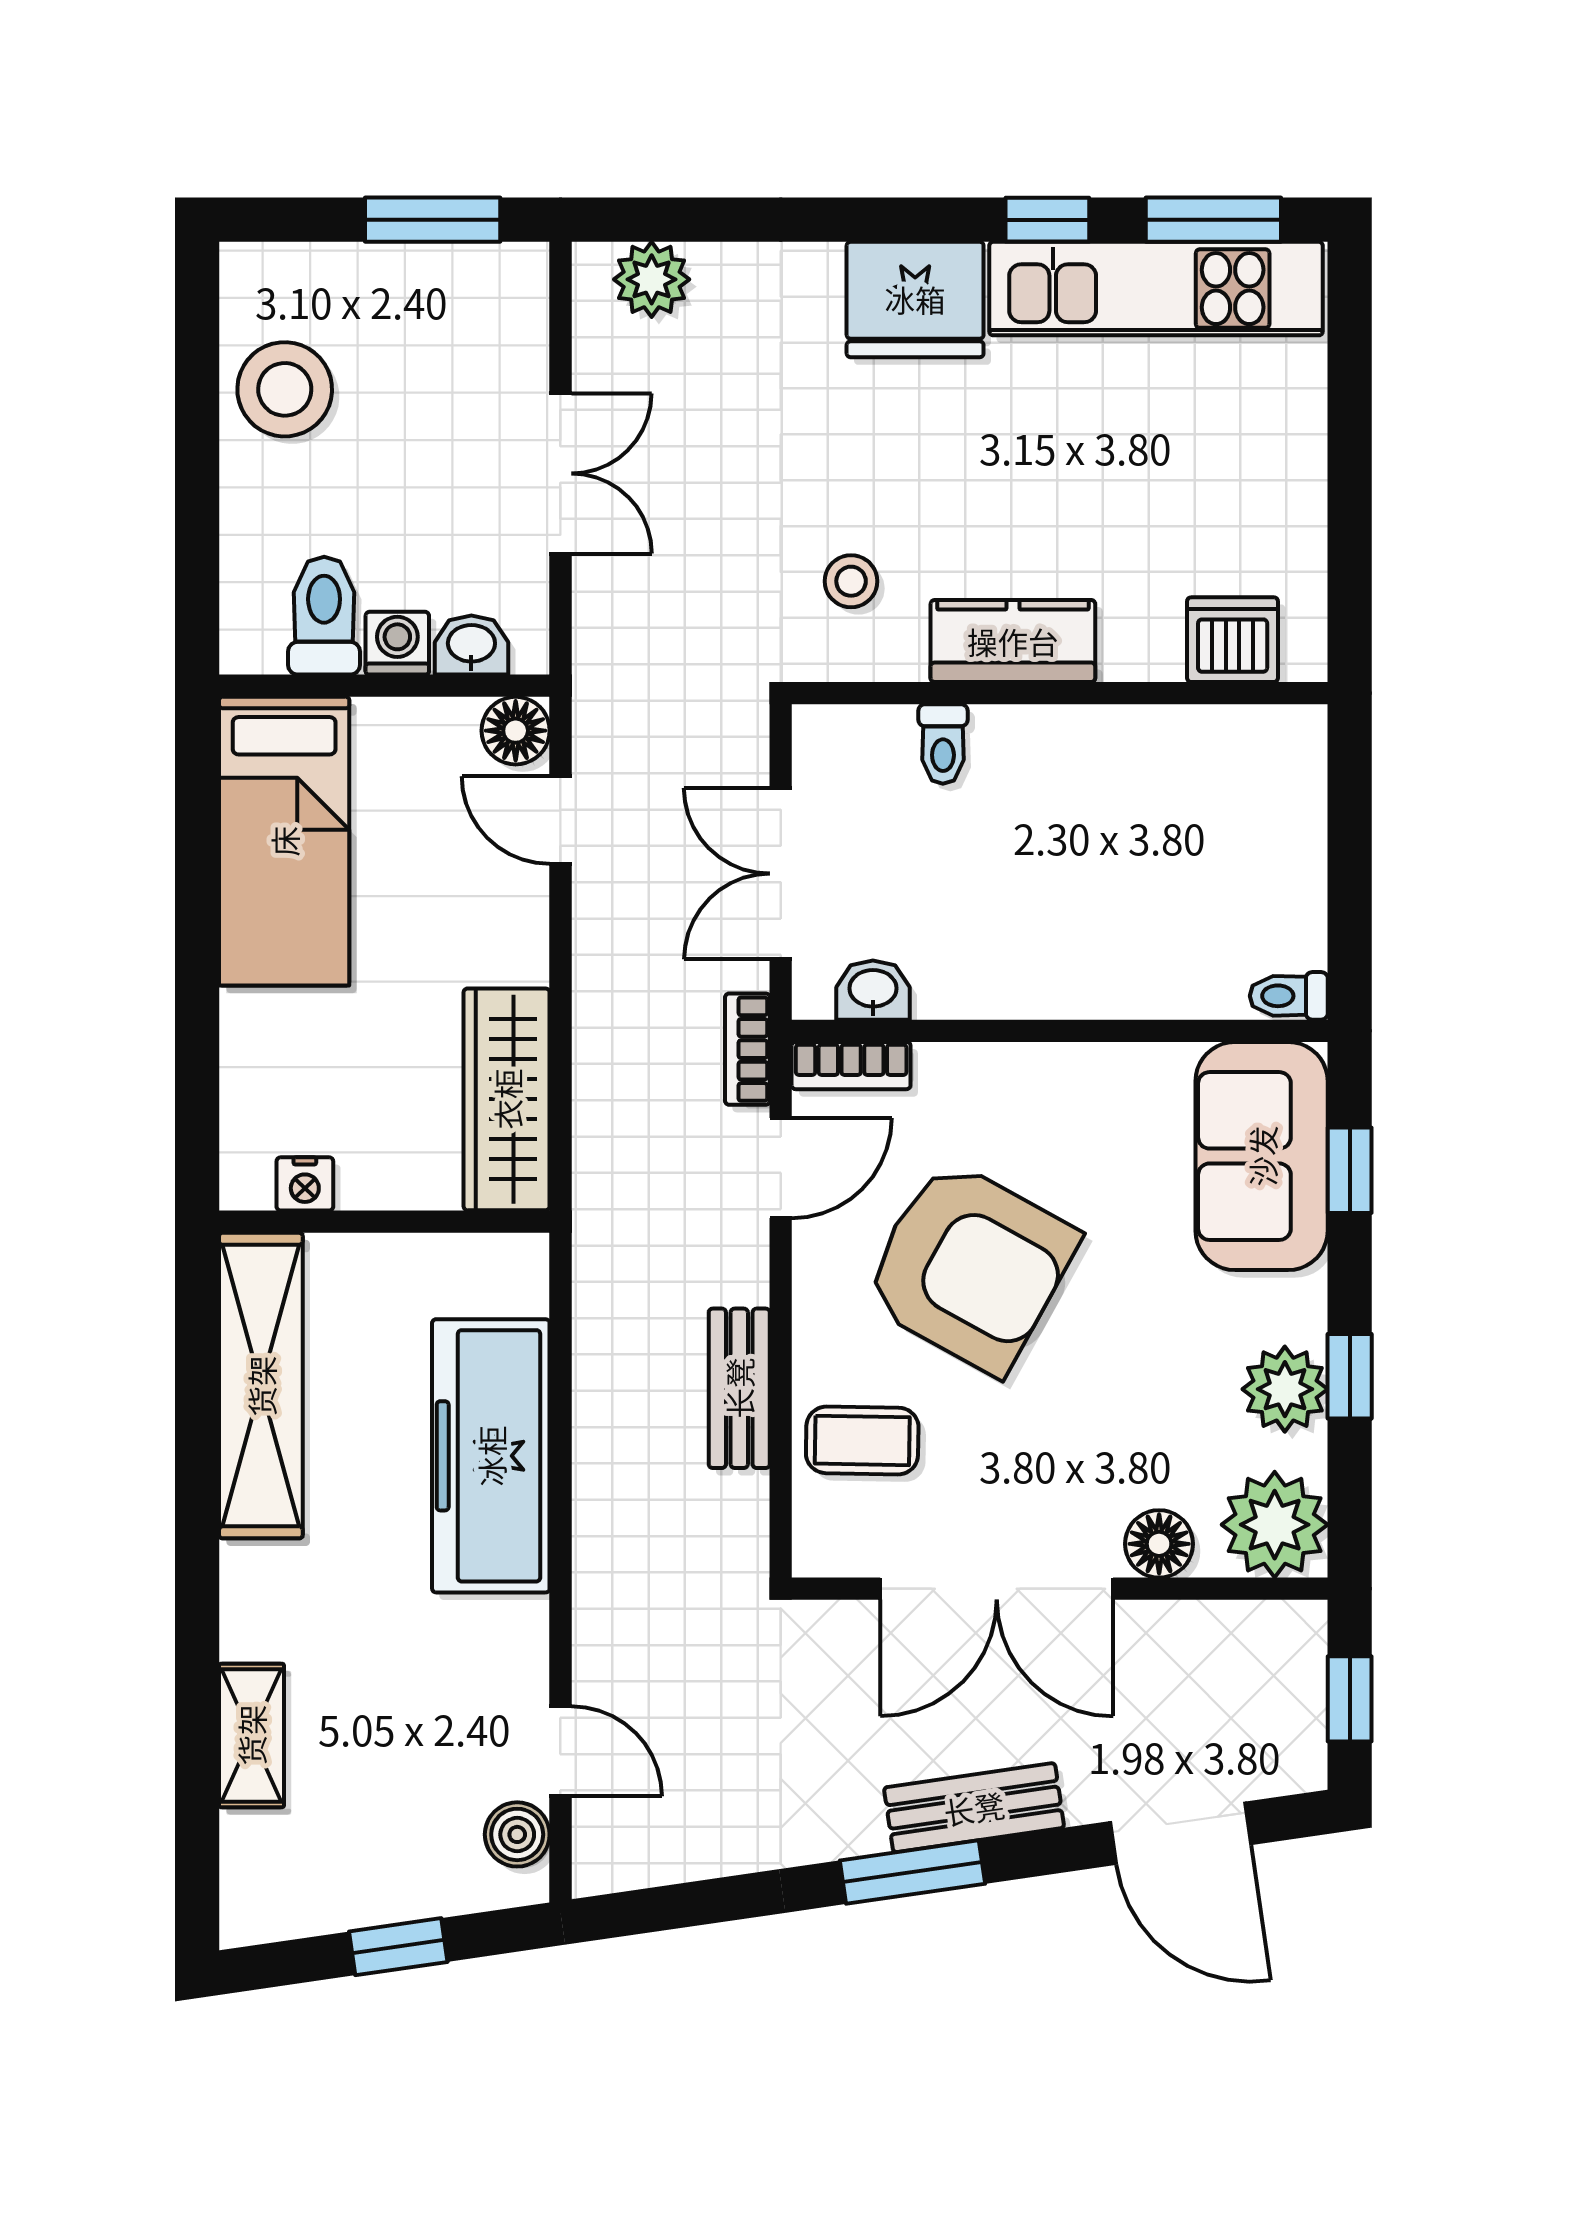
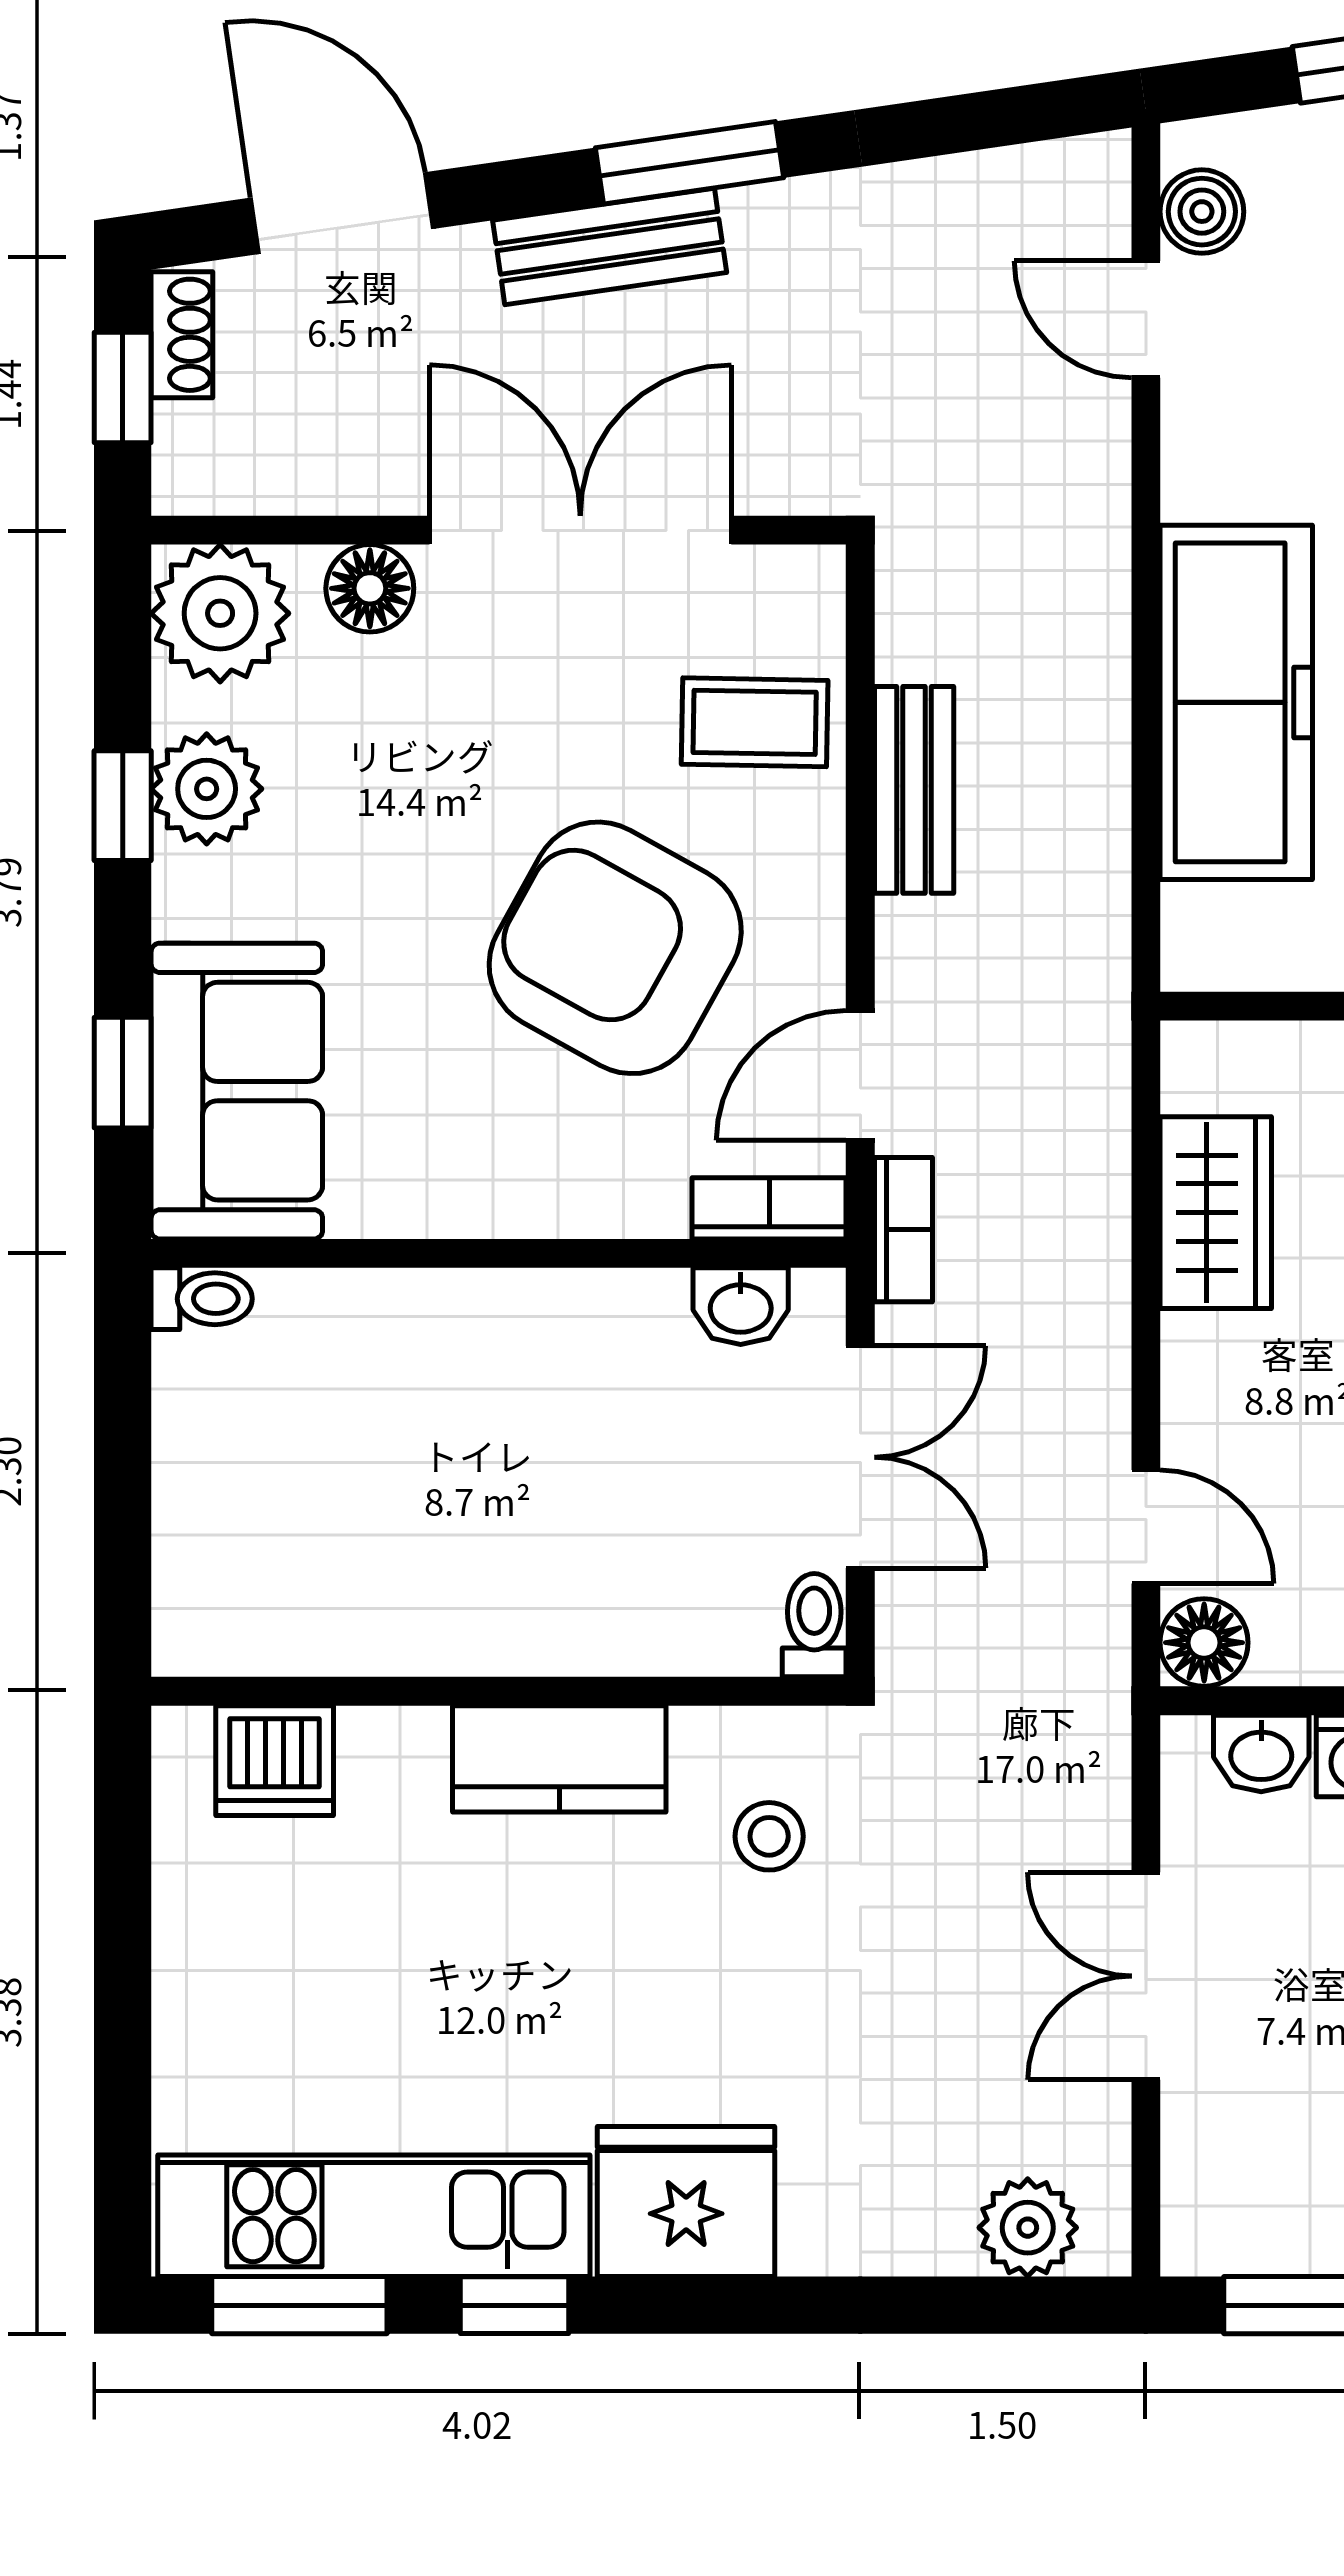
toilet: (943, 744) -> (814, 1625), moved
wardrobe: (507, 1099) -> (1216, 1213), width x0.67
shoe rack: (1304, 1739) -> (182, 335), added

